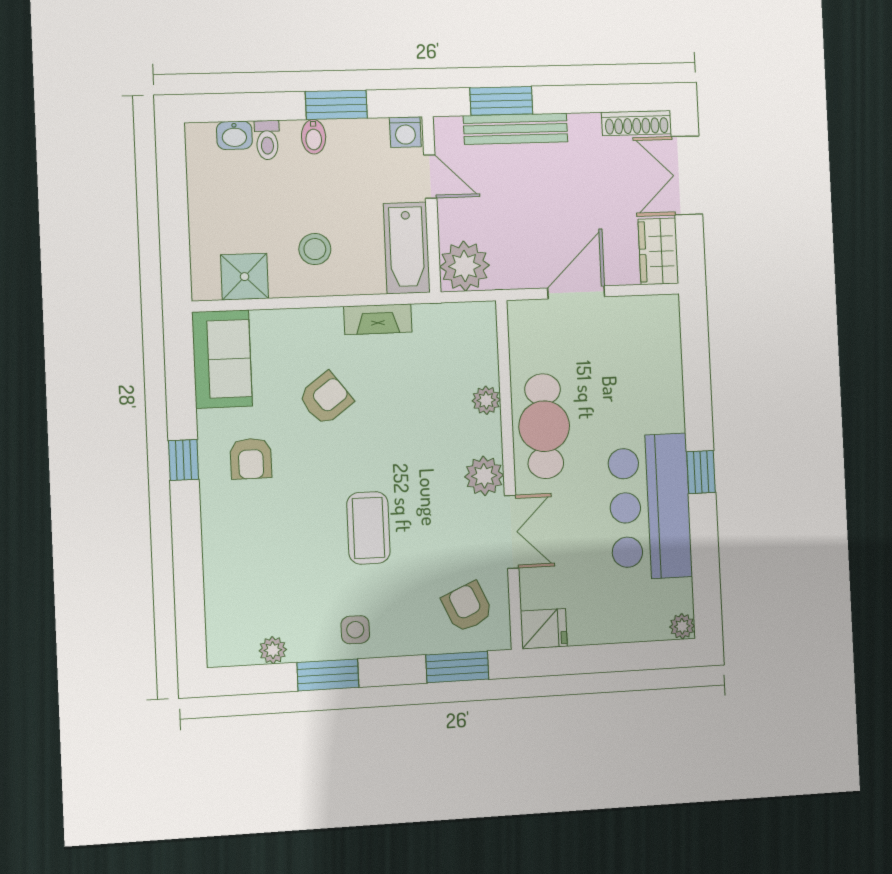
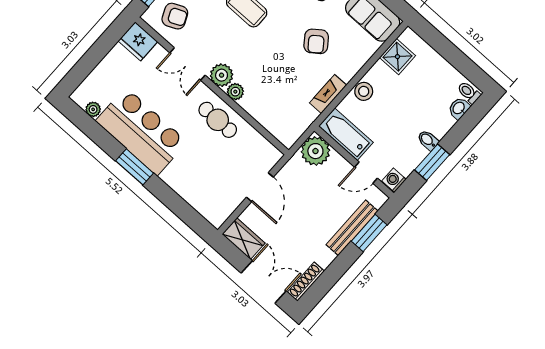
toilet: (267, 140) -> (469, 92), moved
stool: (315, 249) -> (364, 91), moved
plant: (486, 400) -> (235, 92), moved
cafe table: (544, 426) -> (218, 120), width x0.73, depth x0.74
window: (701, 472) -> (135, 167), width x1.50
plant: (682, 626) -> (93, 109), moved
fridge: (544, 629) -> (138, 41), width x1.38

